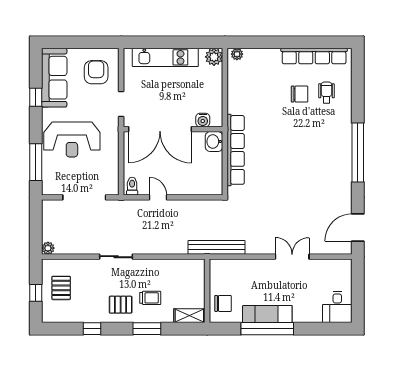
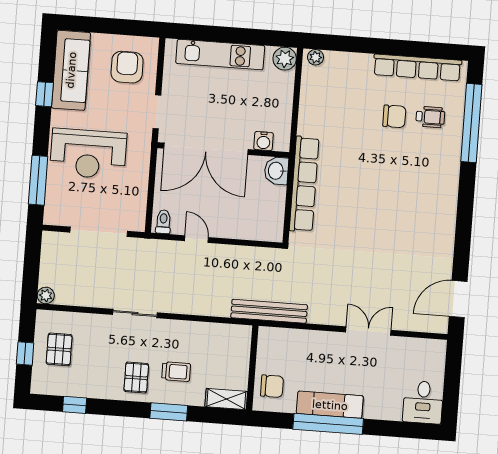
wheelchair: (327, 92) -> (430, 117), turned 90
window: (358, 153) -> (471, 123), moved
pallet: (121, 305) -> (136, 378), turned 90
window: (92, 329) -> (75, 405), moved

